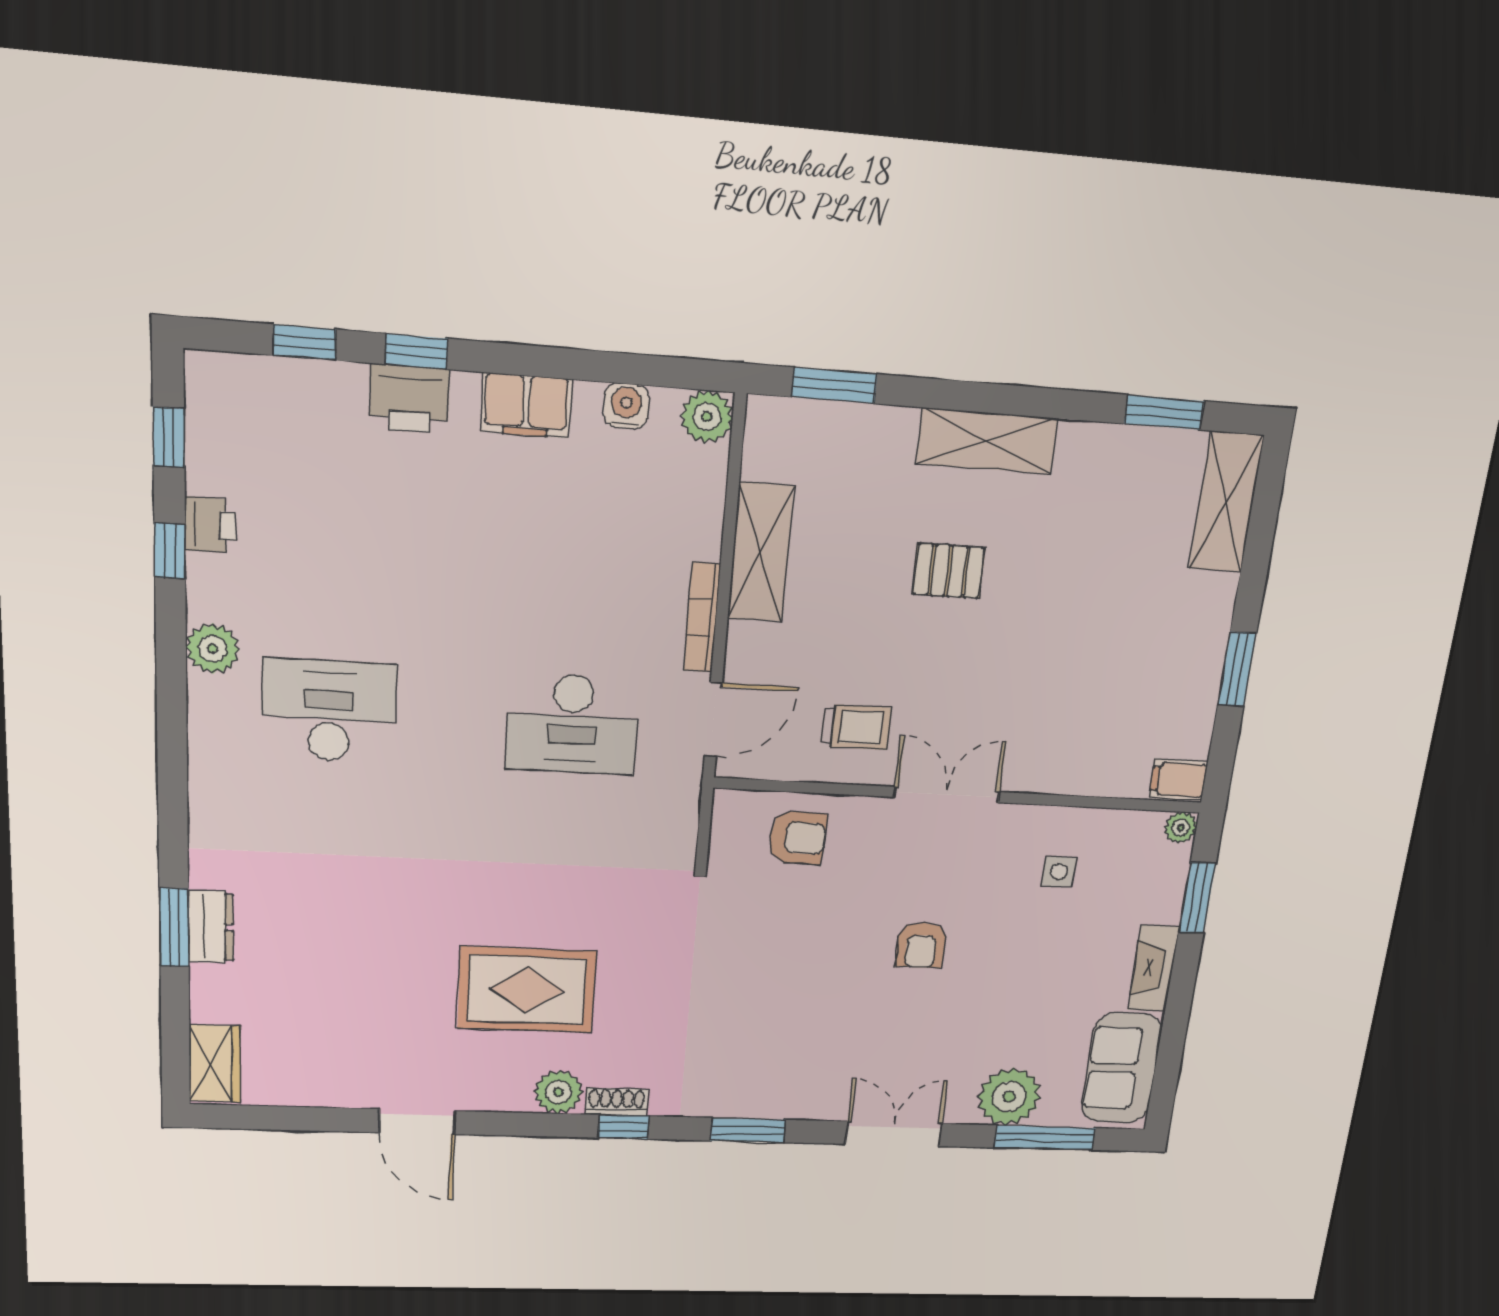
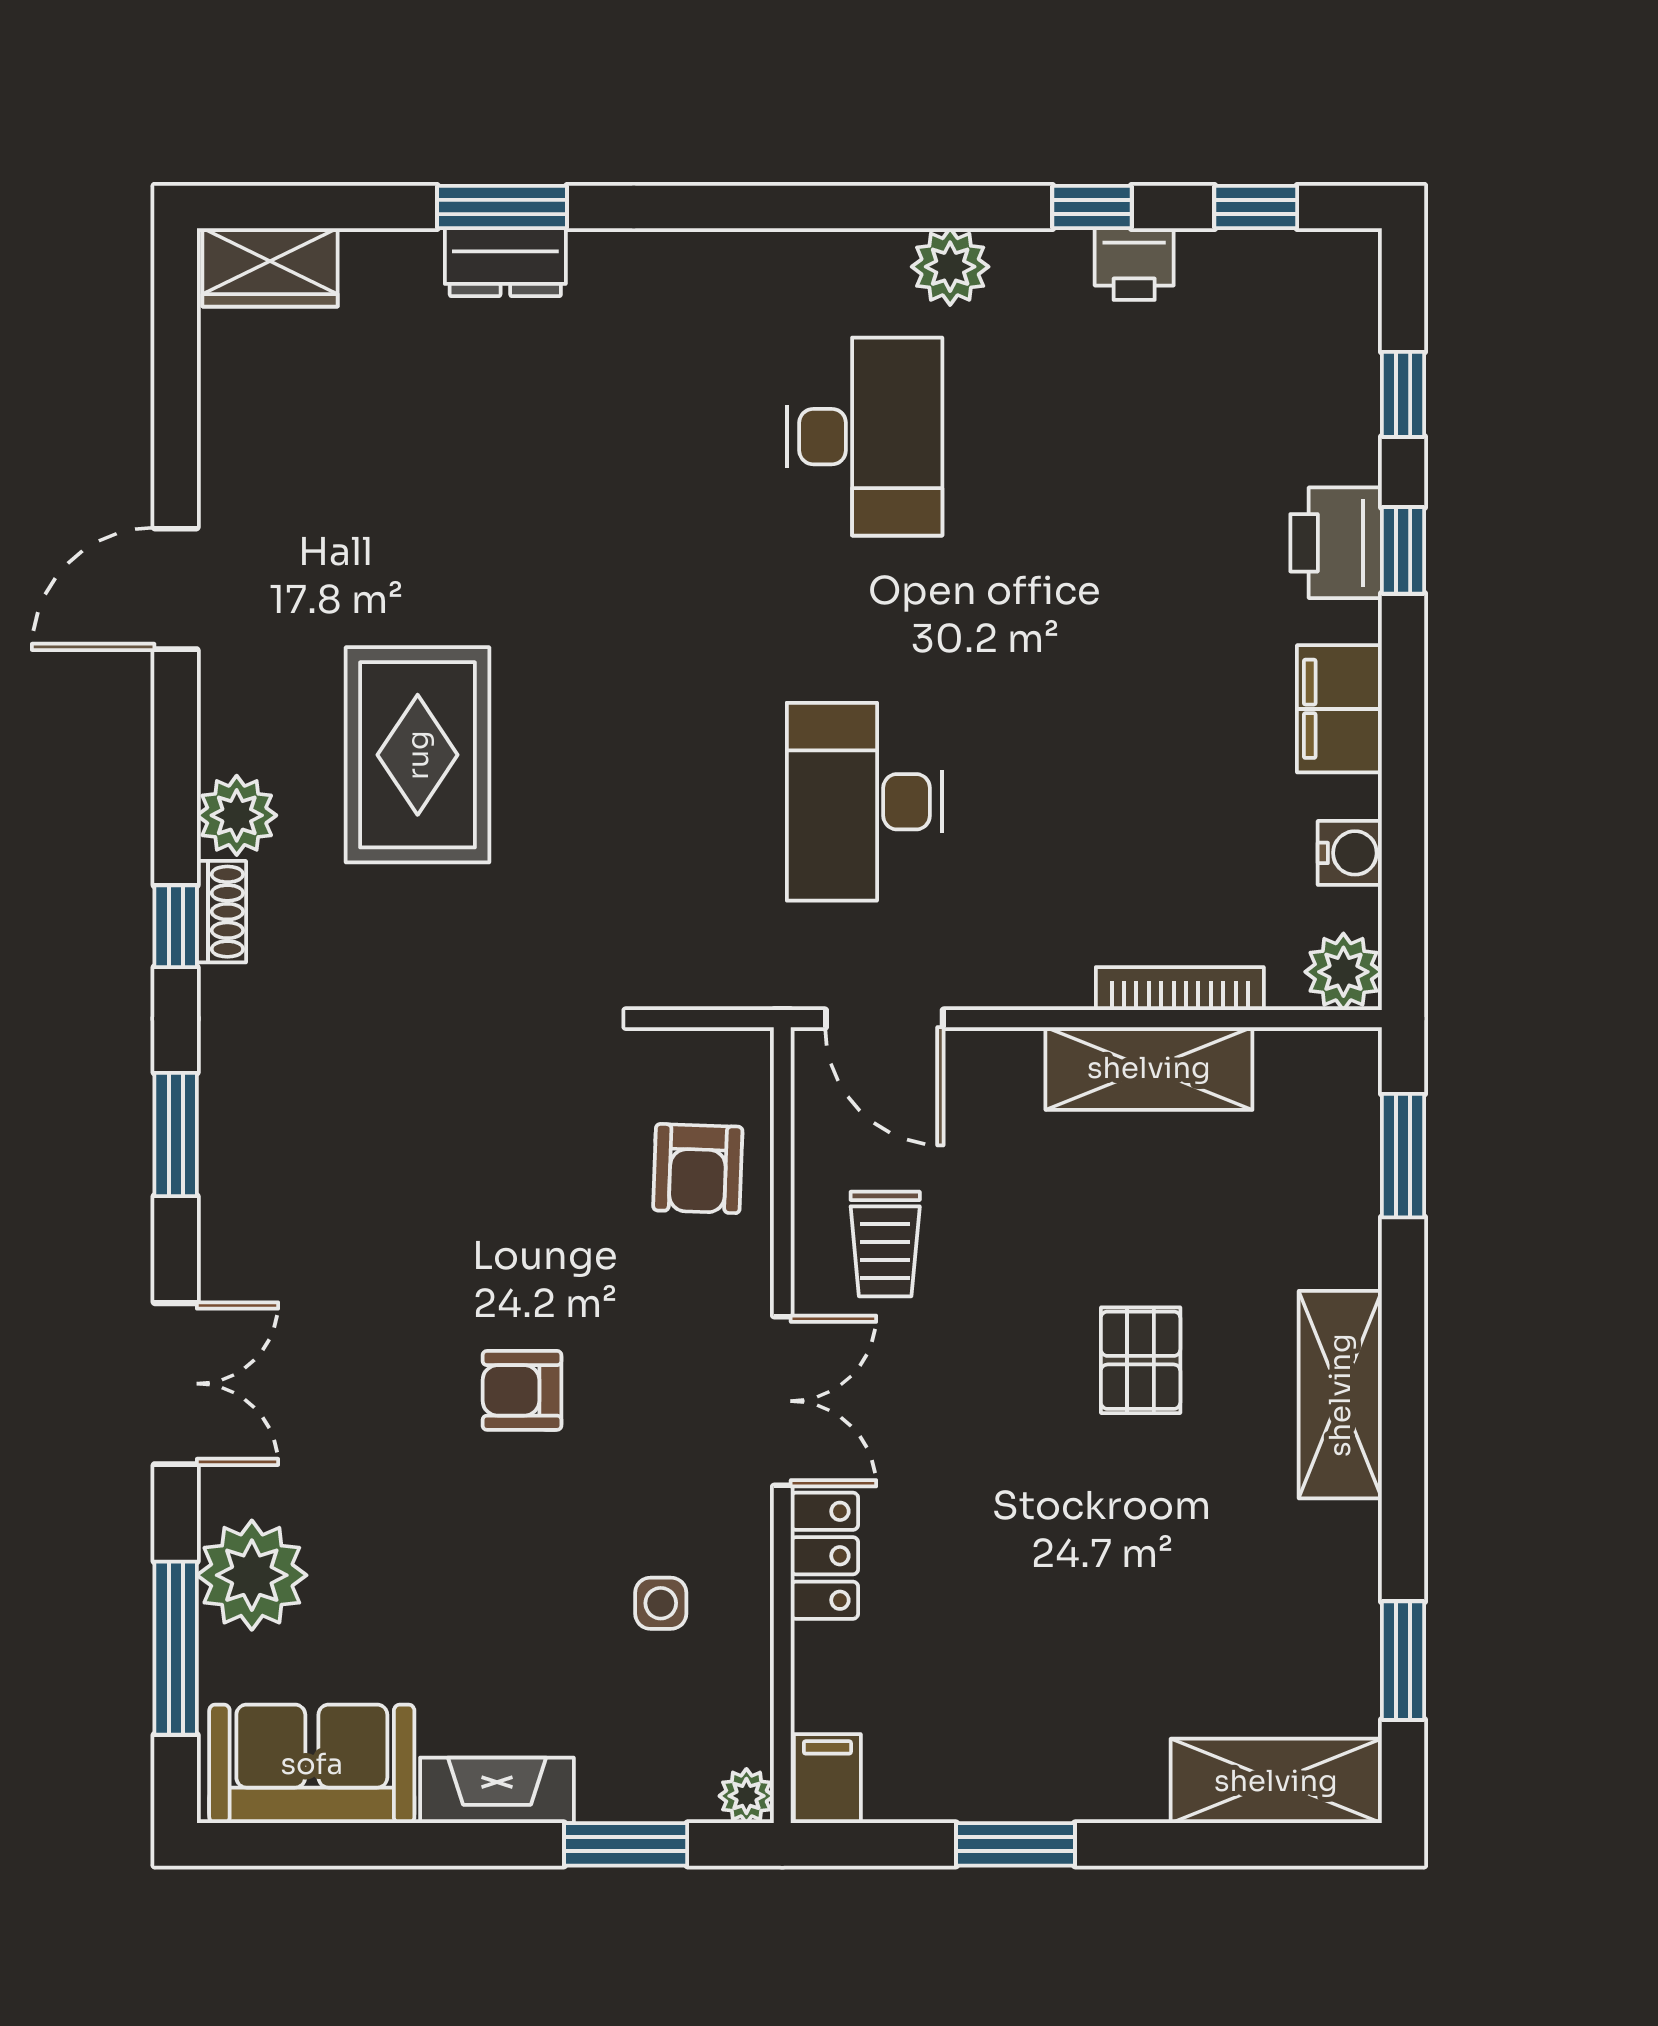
bookcase: (702, 618) -> (1180, 989), moved
locker: (1044, 774) -> (824, 1556), added

